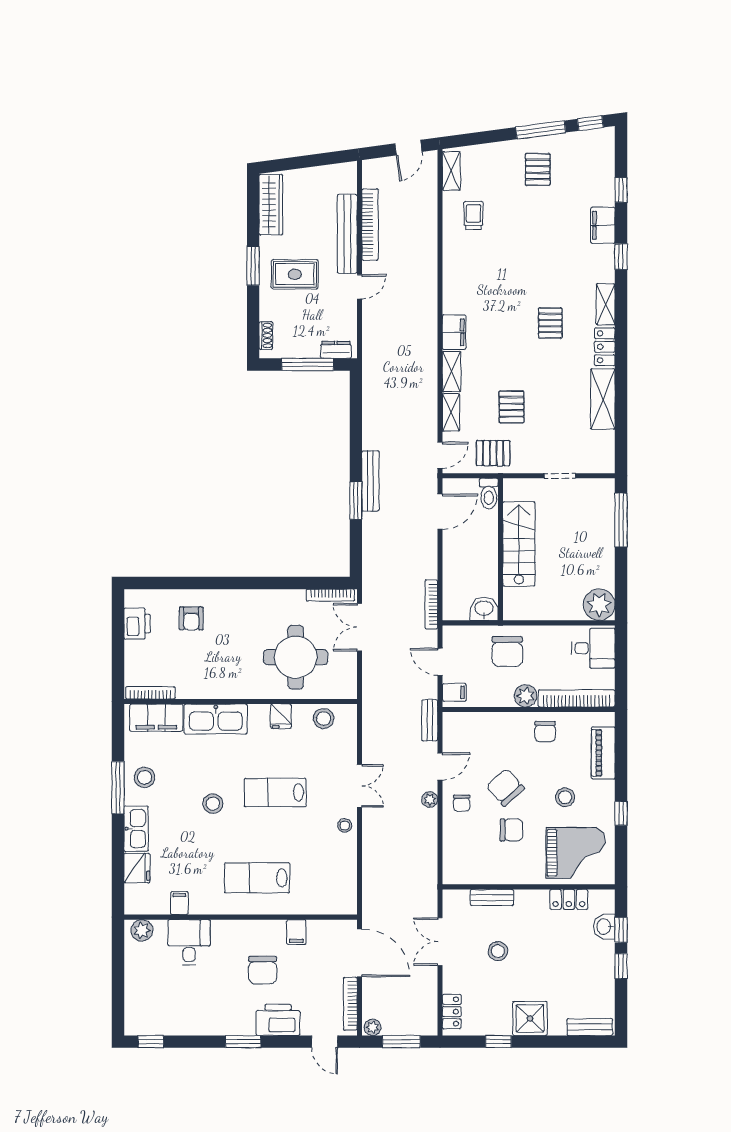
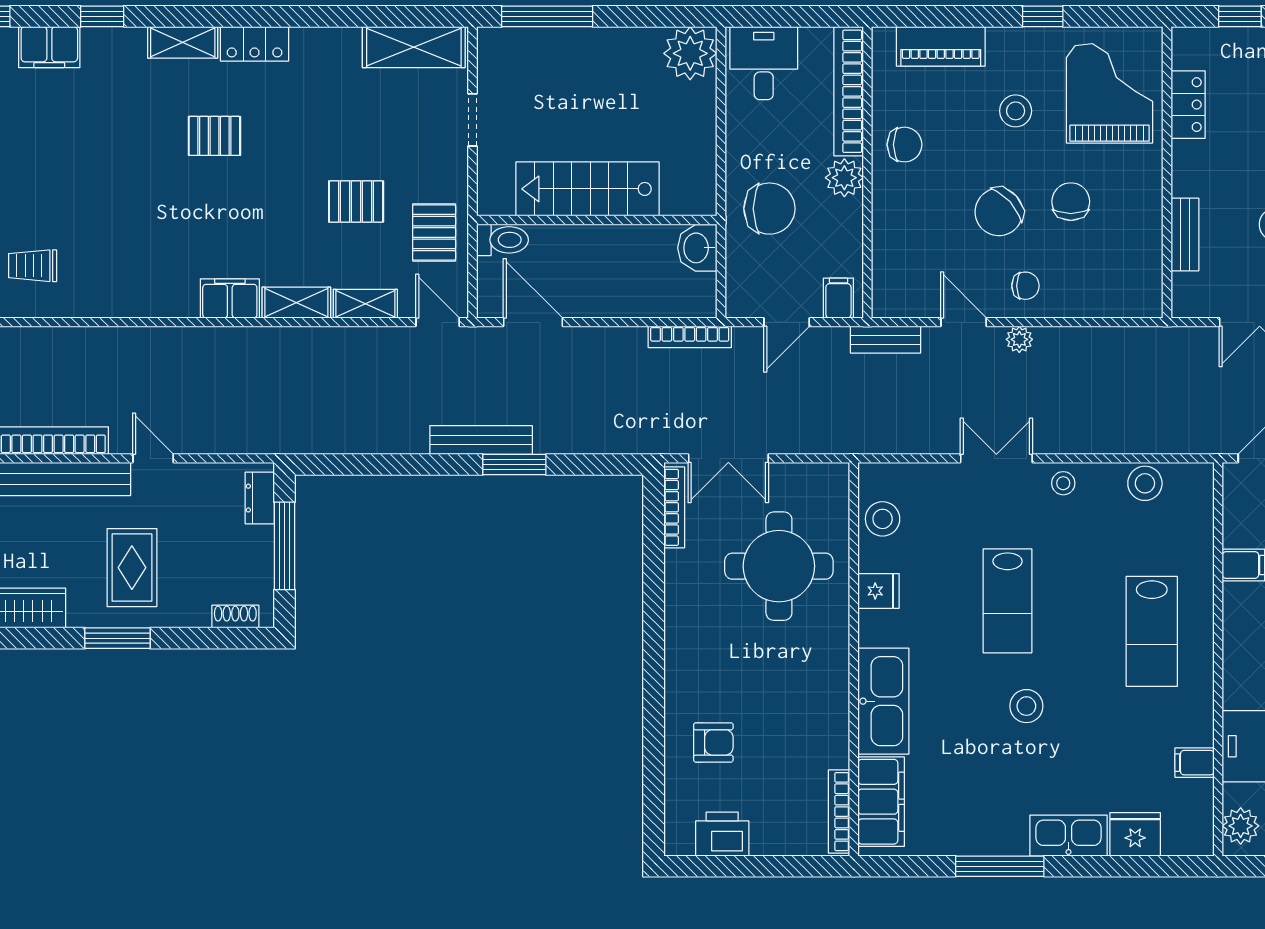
shelving: (603, 399) -> (414, 47), moved
stool: (145, 777) -> (1145, 483), moved
washbasin: (604, 927) -> (1234, 45), removed

